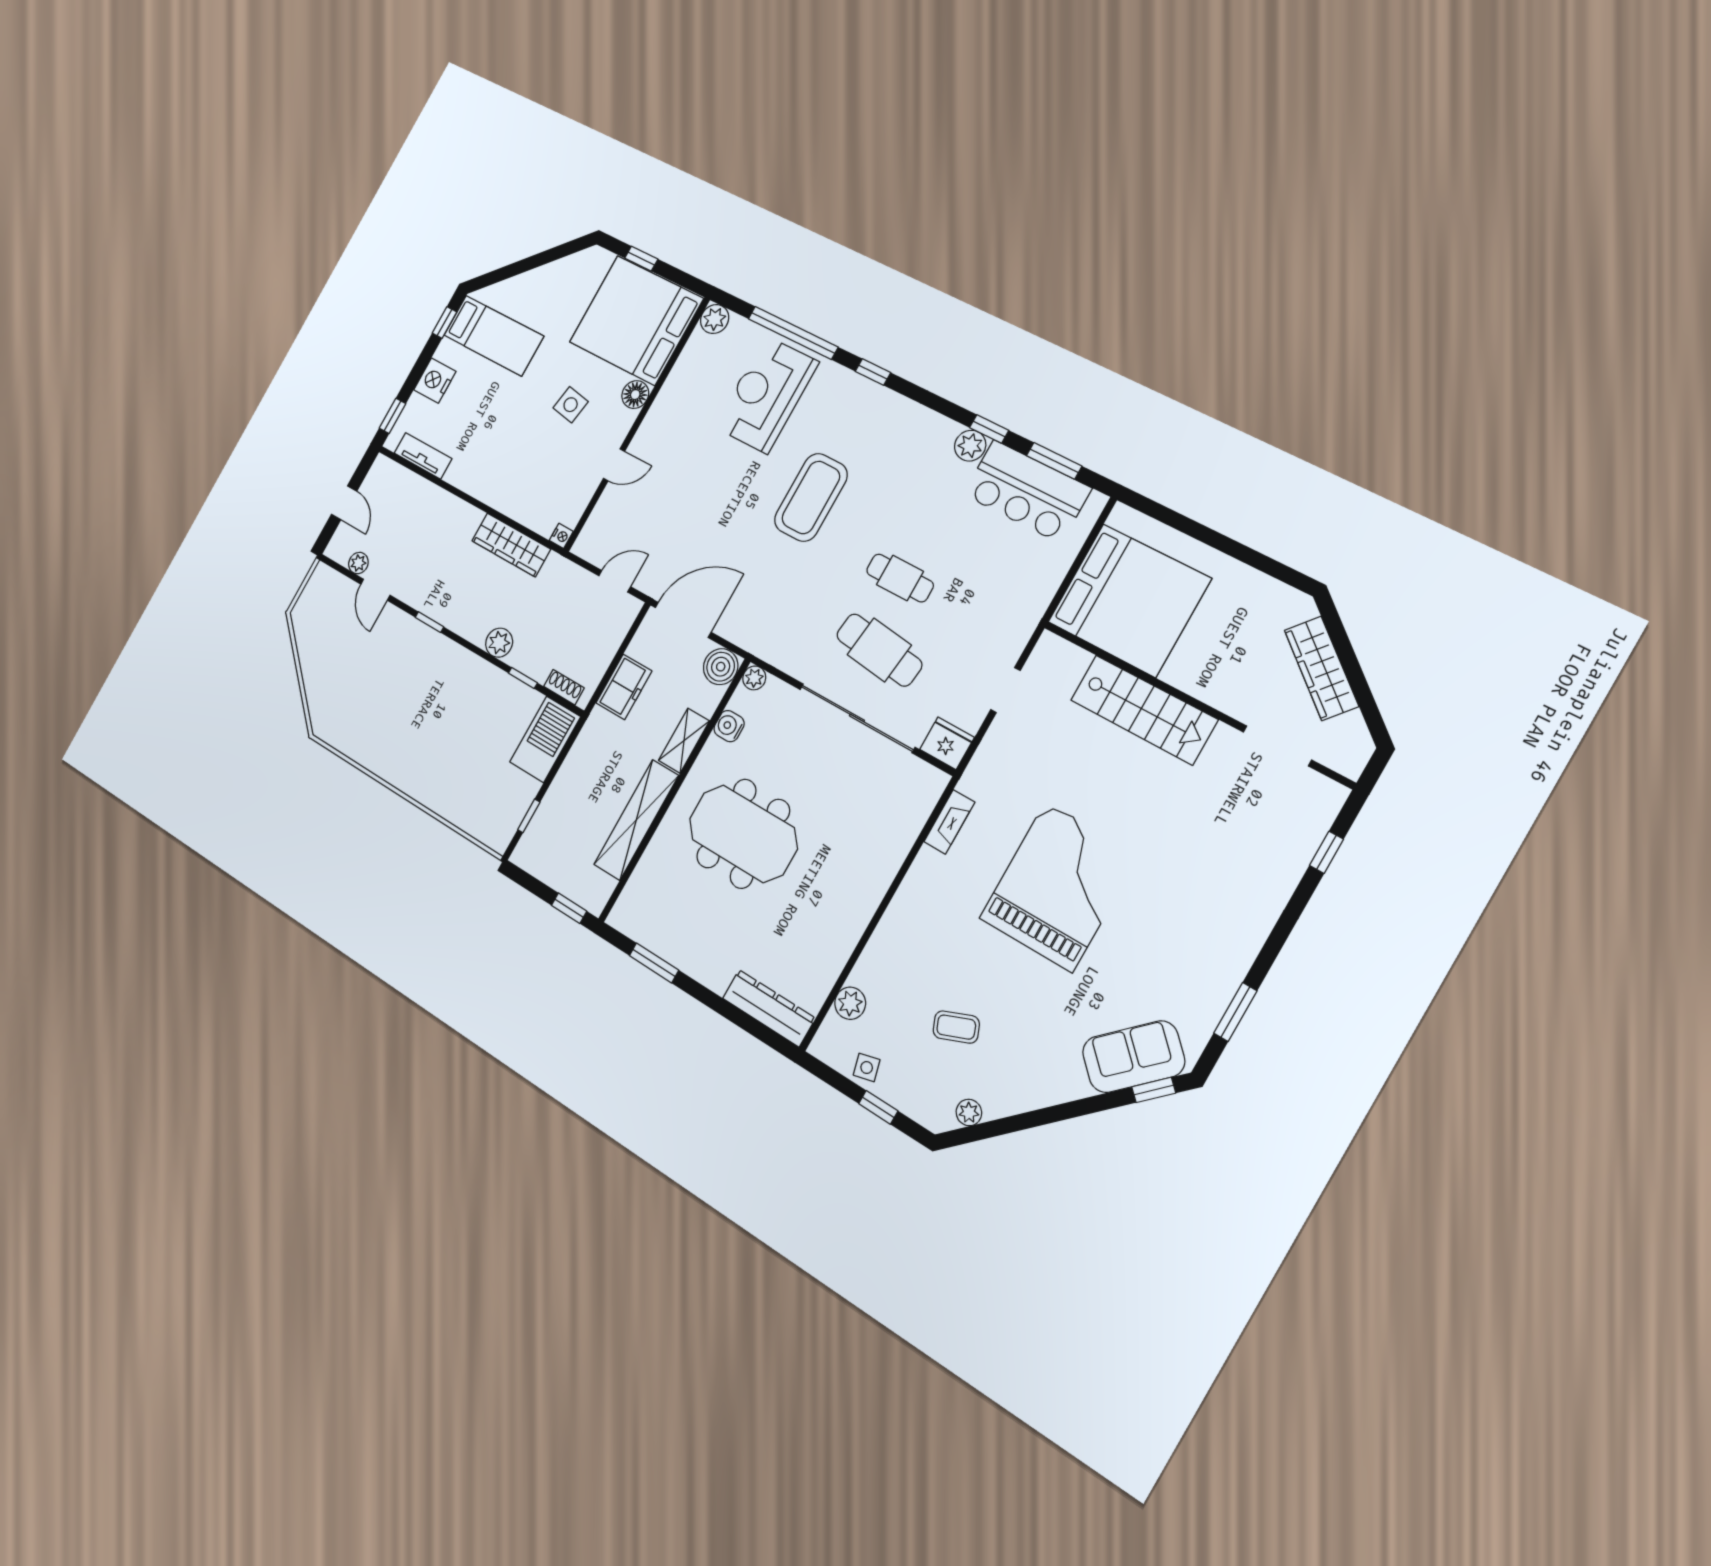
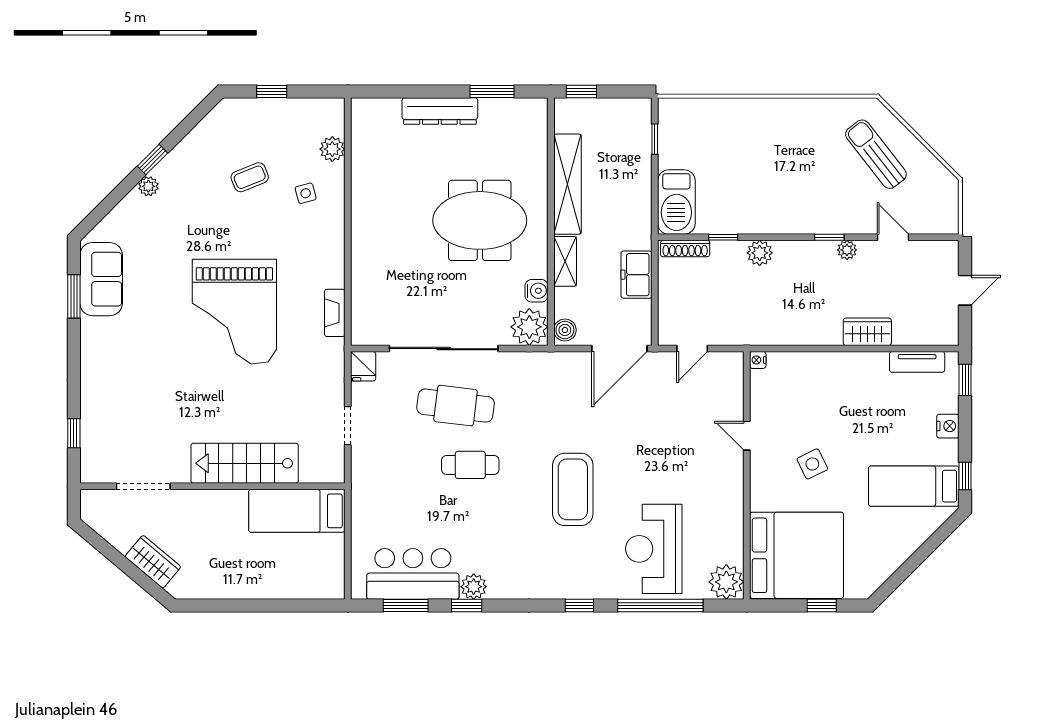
plant: (715, 319) -> (726, 582), width x1.36, depth x1.36
nightstand: (435, 381) -> (948, 426), width x0.74, depth x0.75
floor lamp: (635, 395) -> (762, 498), removed
reception desk: (766, 395) -> (654, 549), turned 180
side table: (571, 405) -> (812, 464), turned -36
door: (614, 465) -> (747, 436), hinge flipped
door: (344, 503) -> (965, 290), swing flipped
wardrobe: (511, 545) -> (867, 332), moved, width x0.67
plant: (358, 563) -> (847, 250), moved
bed: (1129, 600) -> (297, 511), width x0.49
boiler: (721, 667) -> (565, 330), width x0.73, depth x0.73
wardrobe: (1321, 668) -> (153, 562), width x0.67
plant: (754, 678) -> (529, 327), width x1.88, depth x1.88
sun lounger: (344, 680) -> (876, 154), added
shoe rack: (564, 687) -> (685, 249), width x1.43
fridge: (947, 743) -> (363, 366), width x0.72
dresser: (769, 1008) -> (440, 111), moved
sofa: (1133, 1057) -> (101, 279), moved, turned -45
side table: (867, 1067) -> (306, 193), moved
window: (1154, 1090) -> (153, 160), moved
plant: (969, 1113) -> (148, 186), moved

